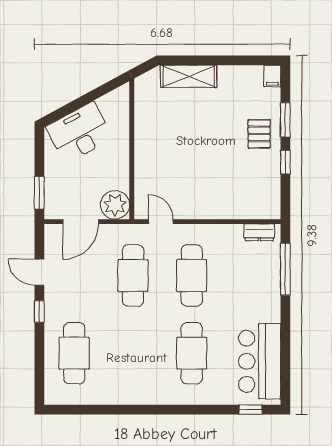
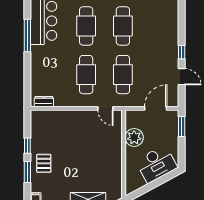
plant: (115, 205) -> (134, 137), moved
window: (285, 269) -> (27, 36), moved
cafe table: (74, 353) -> (123, 26), moved

